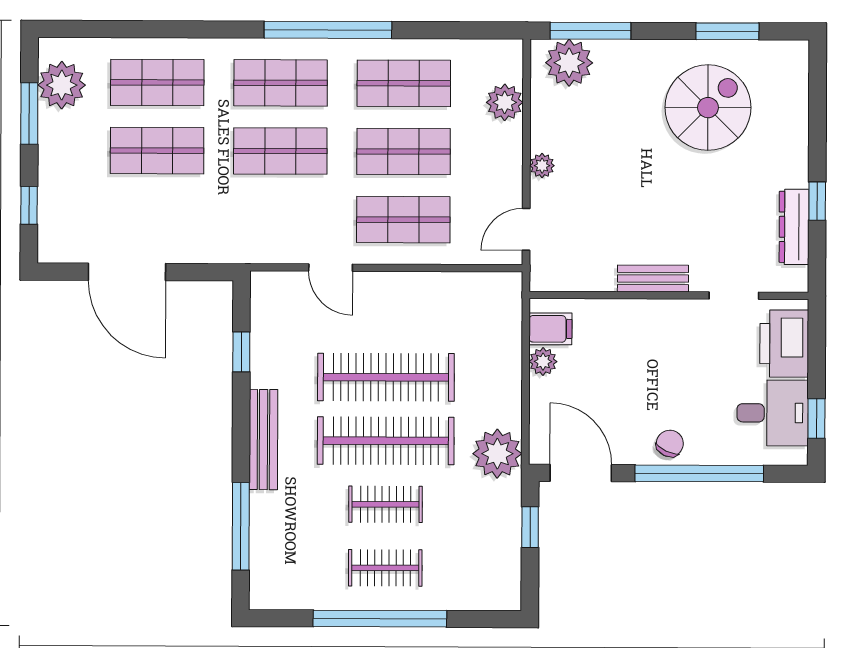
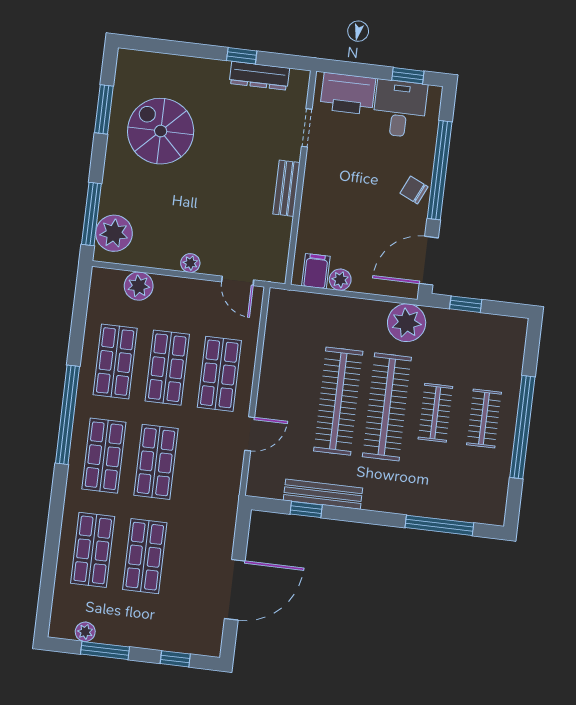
plant: (62, 85) -> (85, 632), width x0.53, depth x0.53
bench: (263, 440) -> (323, 494), moved

